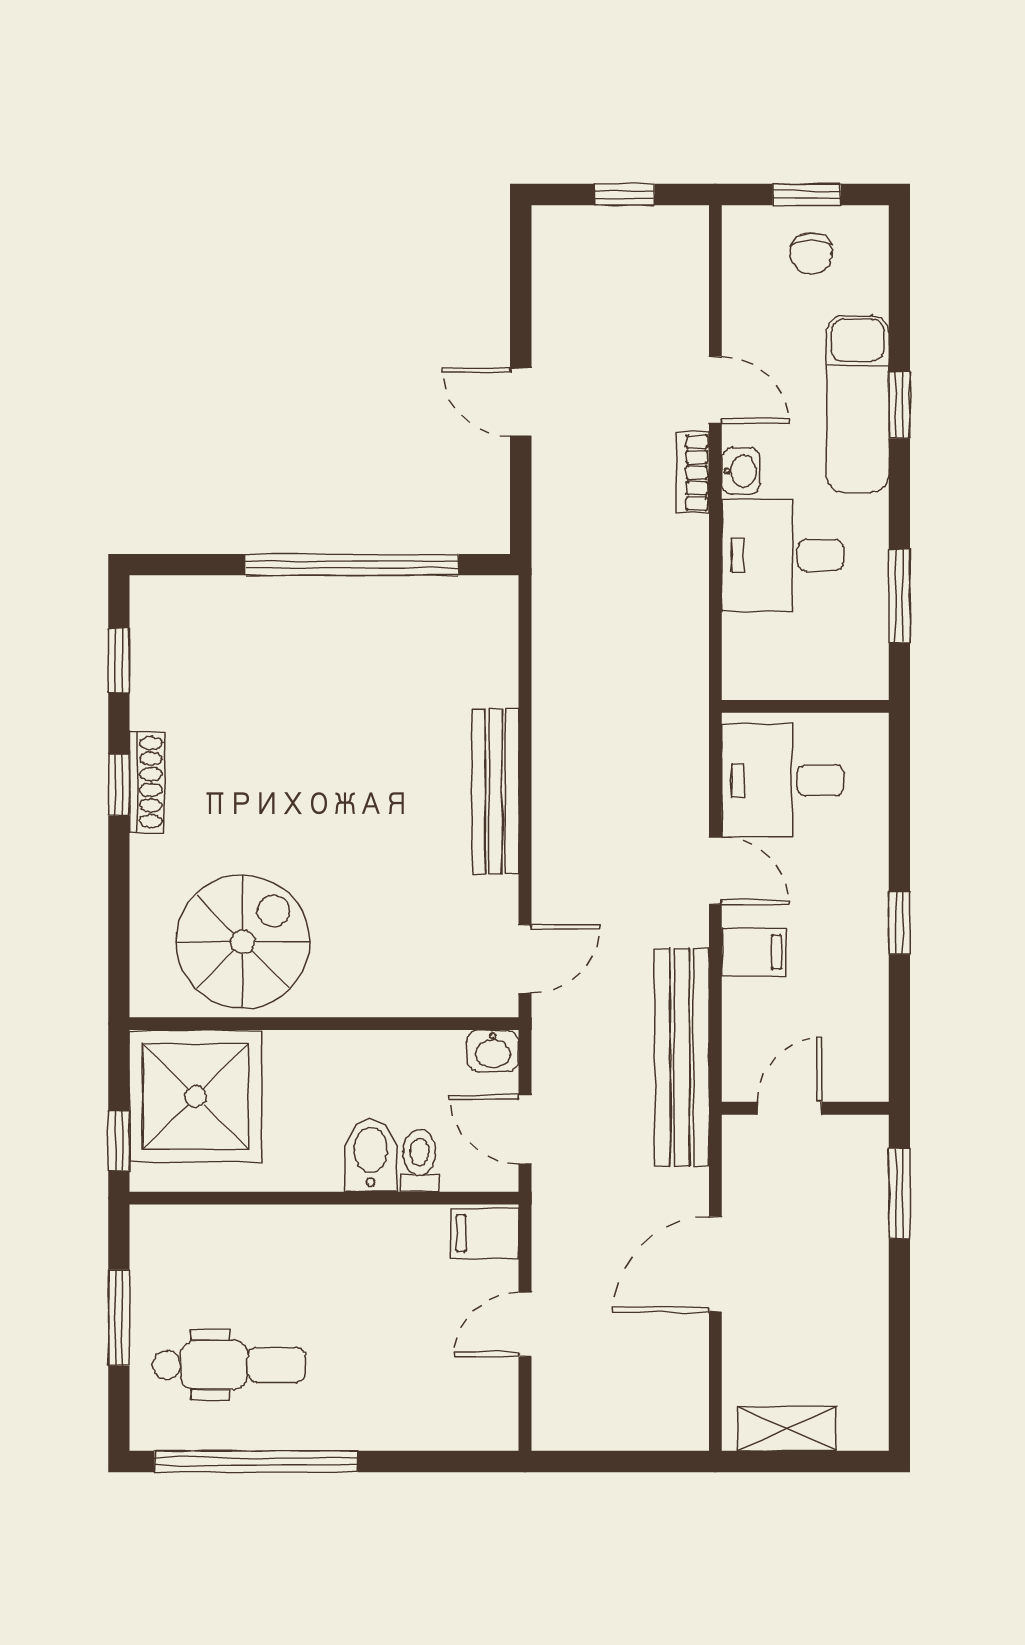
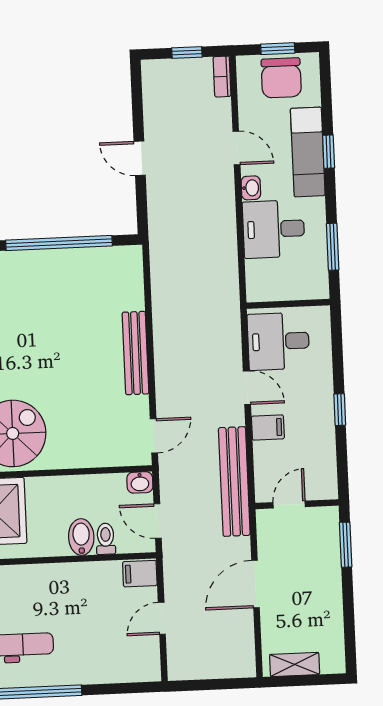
chair: (811, 253) -> (281, 78), width x1.87, depth x1.87
bookcase: (693, 473) -> (222, 77), moved

